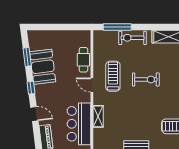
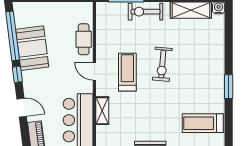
window: (27, 57) -> (13, 36), width x2.11
treadmill: (113, 76) -> (127, 72), moved
exercise bike: (146, 79) -> (162, 64), turned 95

